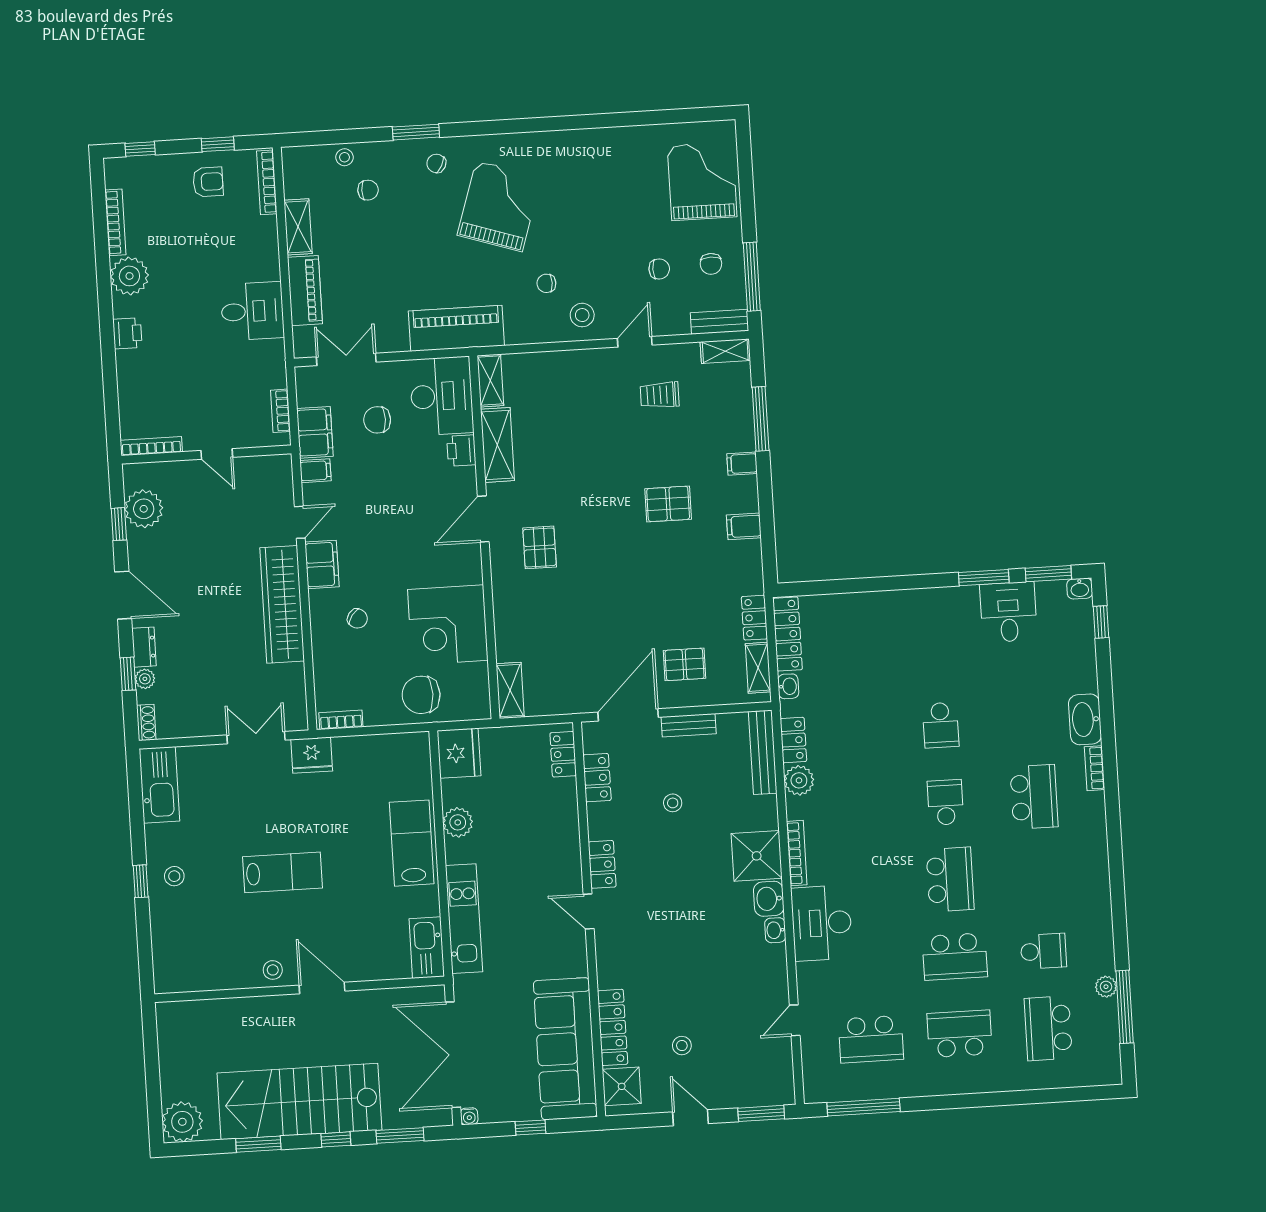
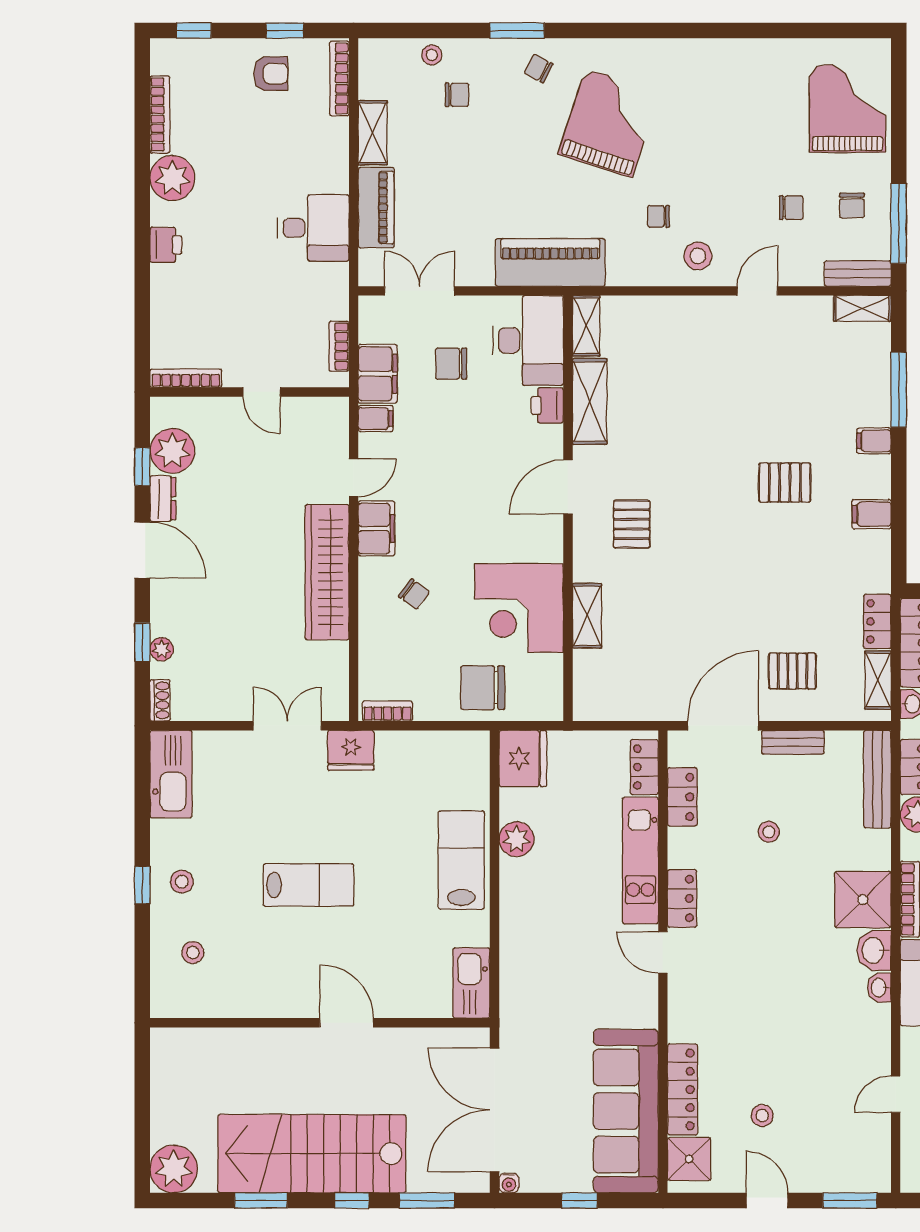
trolley: (660, 395) -> (783, 355), removed
dresser: (144, 647) -> (163, 499), moved
shelving: (510, 690) -> (587, 616), moved
kitchen unit: (464, 919) -> (640, 861), moved, turned 180
stool: (273, 970) -> (193, 953), moved

